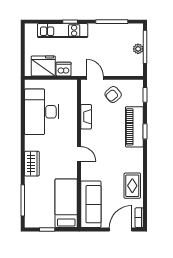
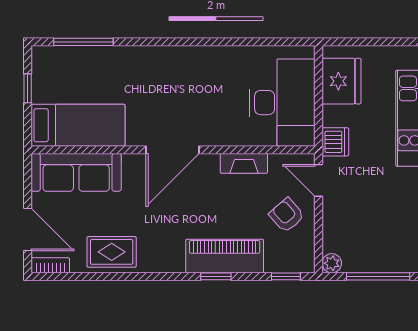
plant: (138, 49) -> (332, 263), moved
dishwasher: (64, 69) -> (335, 142), moved
door: (95, 78) -> (319, 180), swing flipped
desk: (42, 112) -> (282, 103), moved, turned 90
door: (79, 154) -> (173, 150), width x1.87
wardrobe: (32, 164) -> (154, 59), removed

